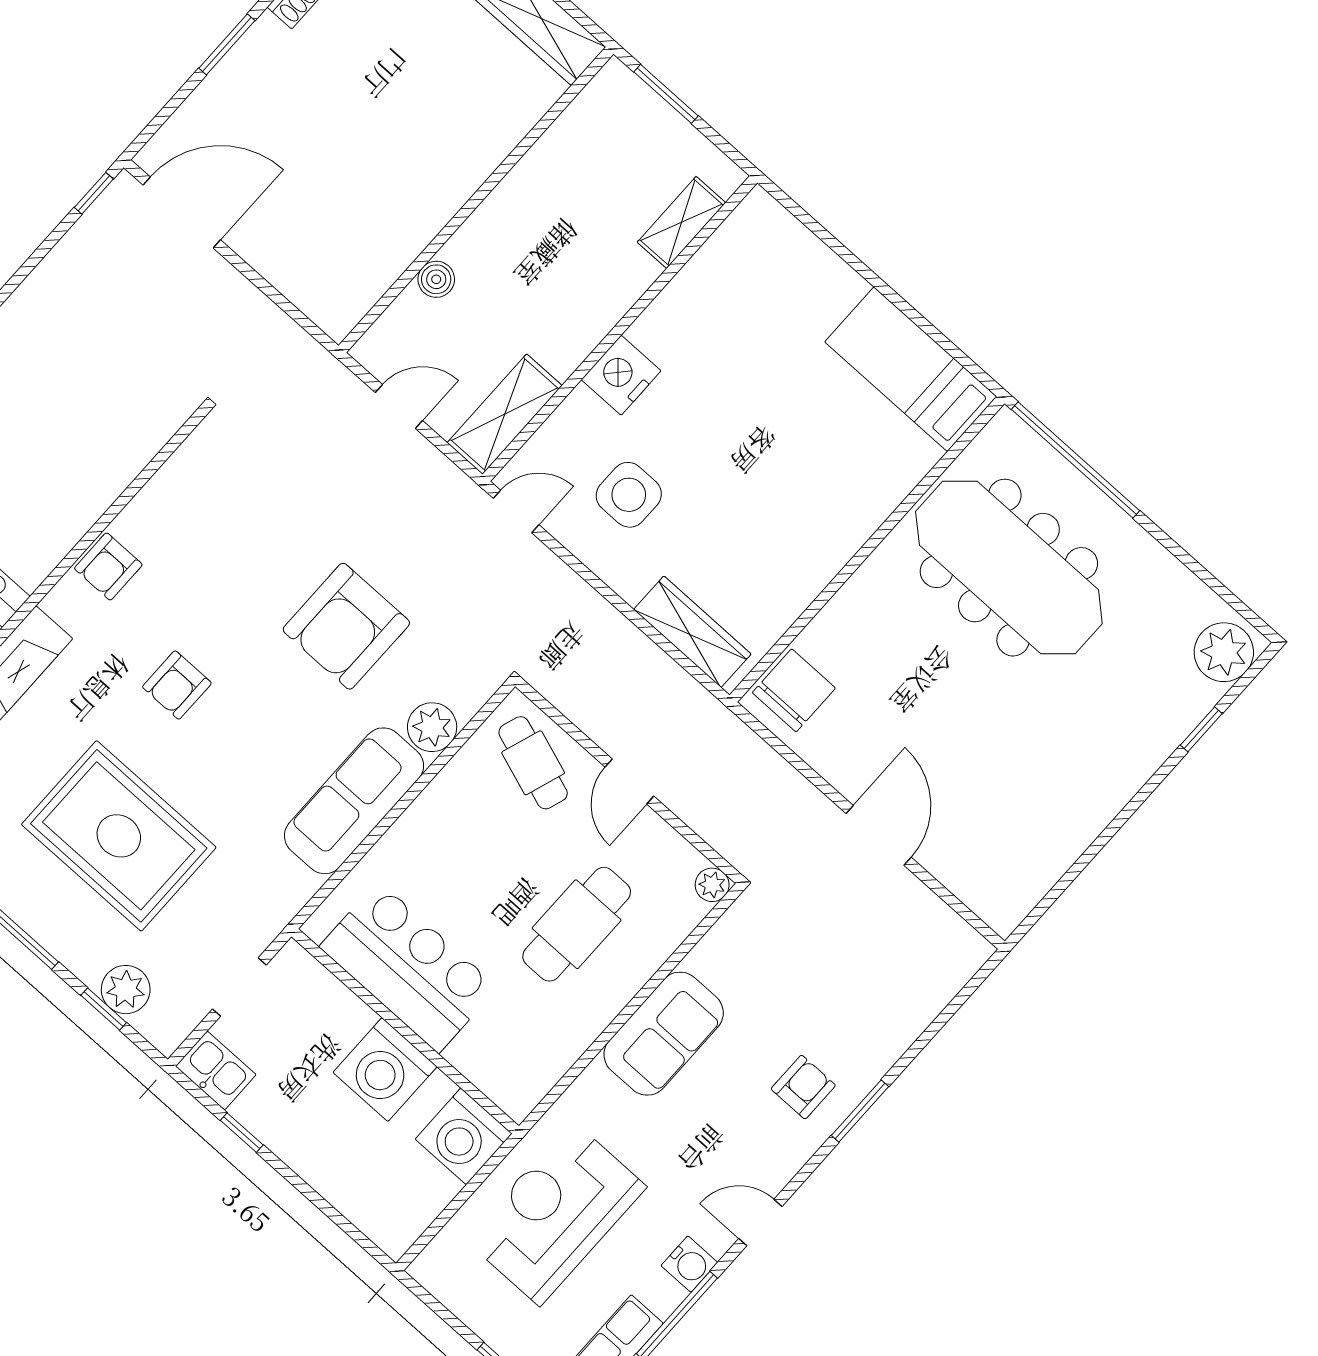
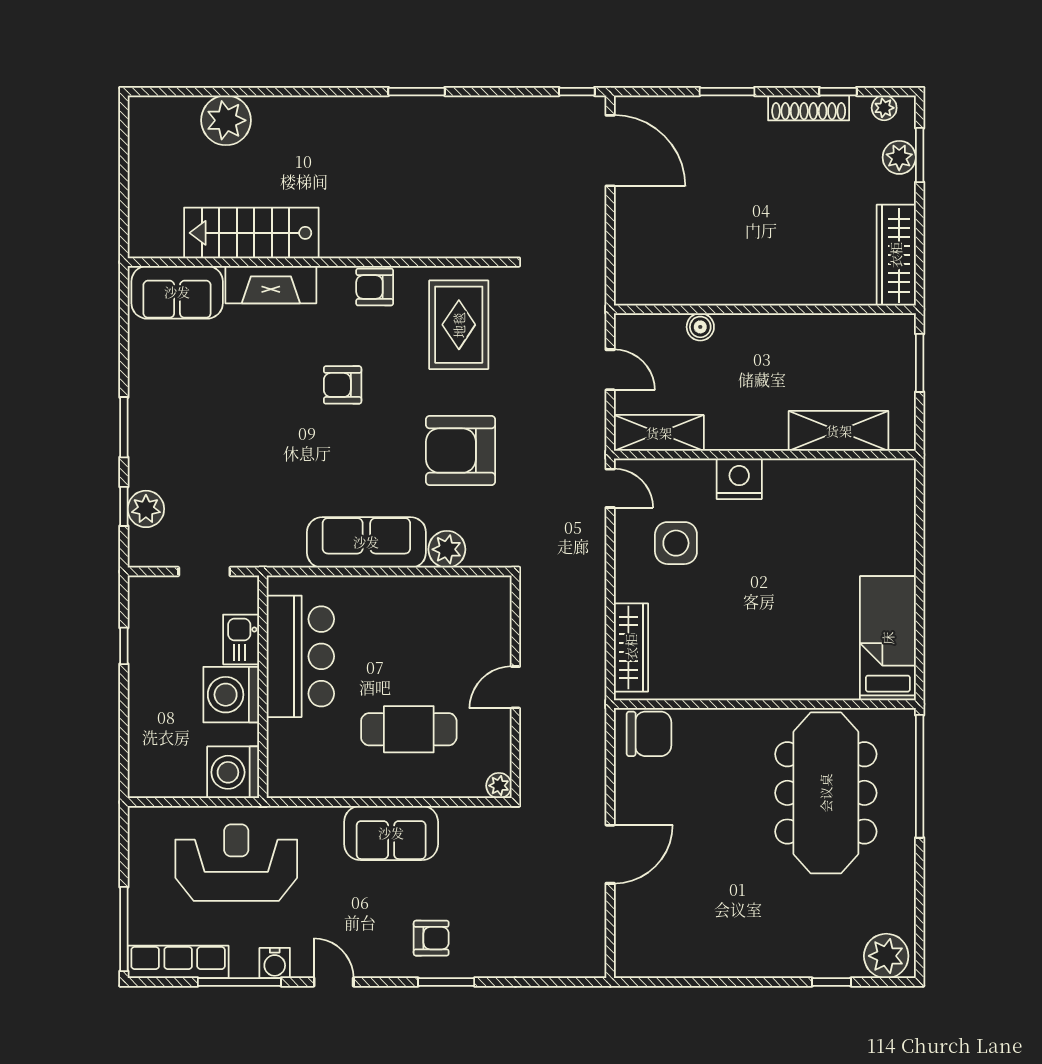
shelving: (681, 222) -> (839, 431), width x1.50, depth x1.33
cafe table: (533, 763) -> (478, 624), removed
rug: (119, 836) -> (459, 325), moved, width x0.73, depth x0.69
kitchen sink: (216, 1071) -> (241, 639), moved, turned 180

